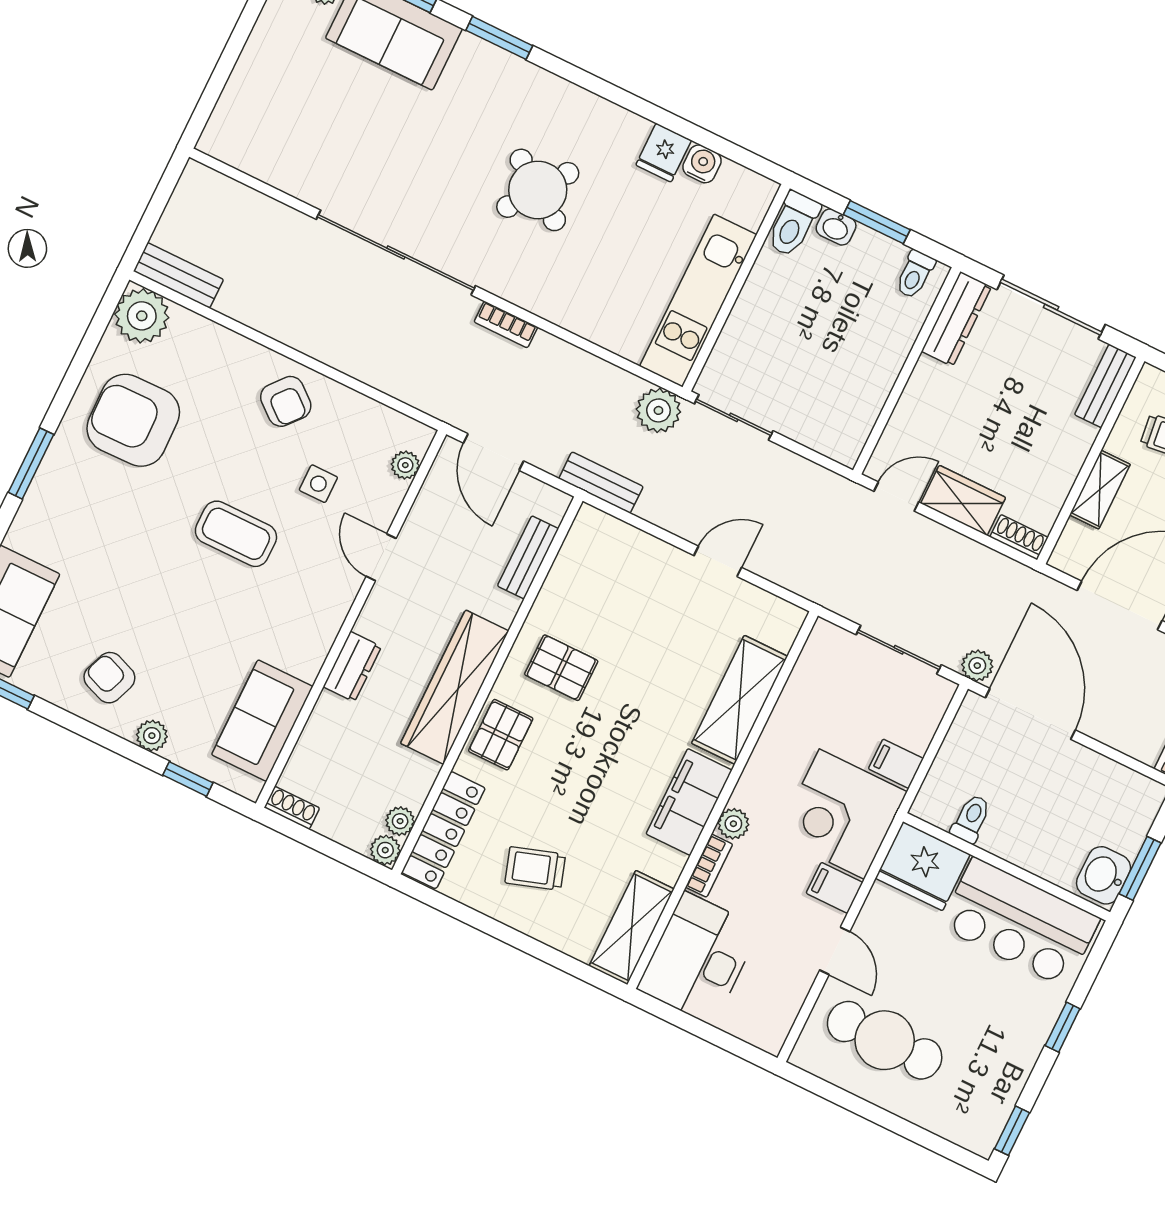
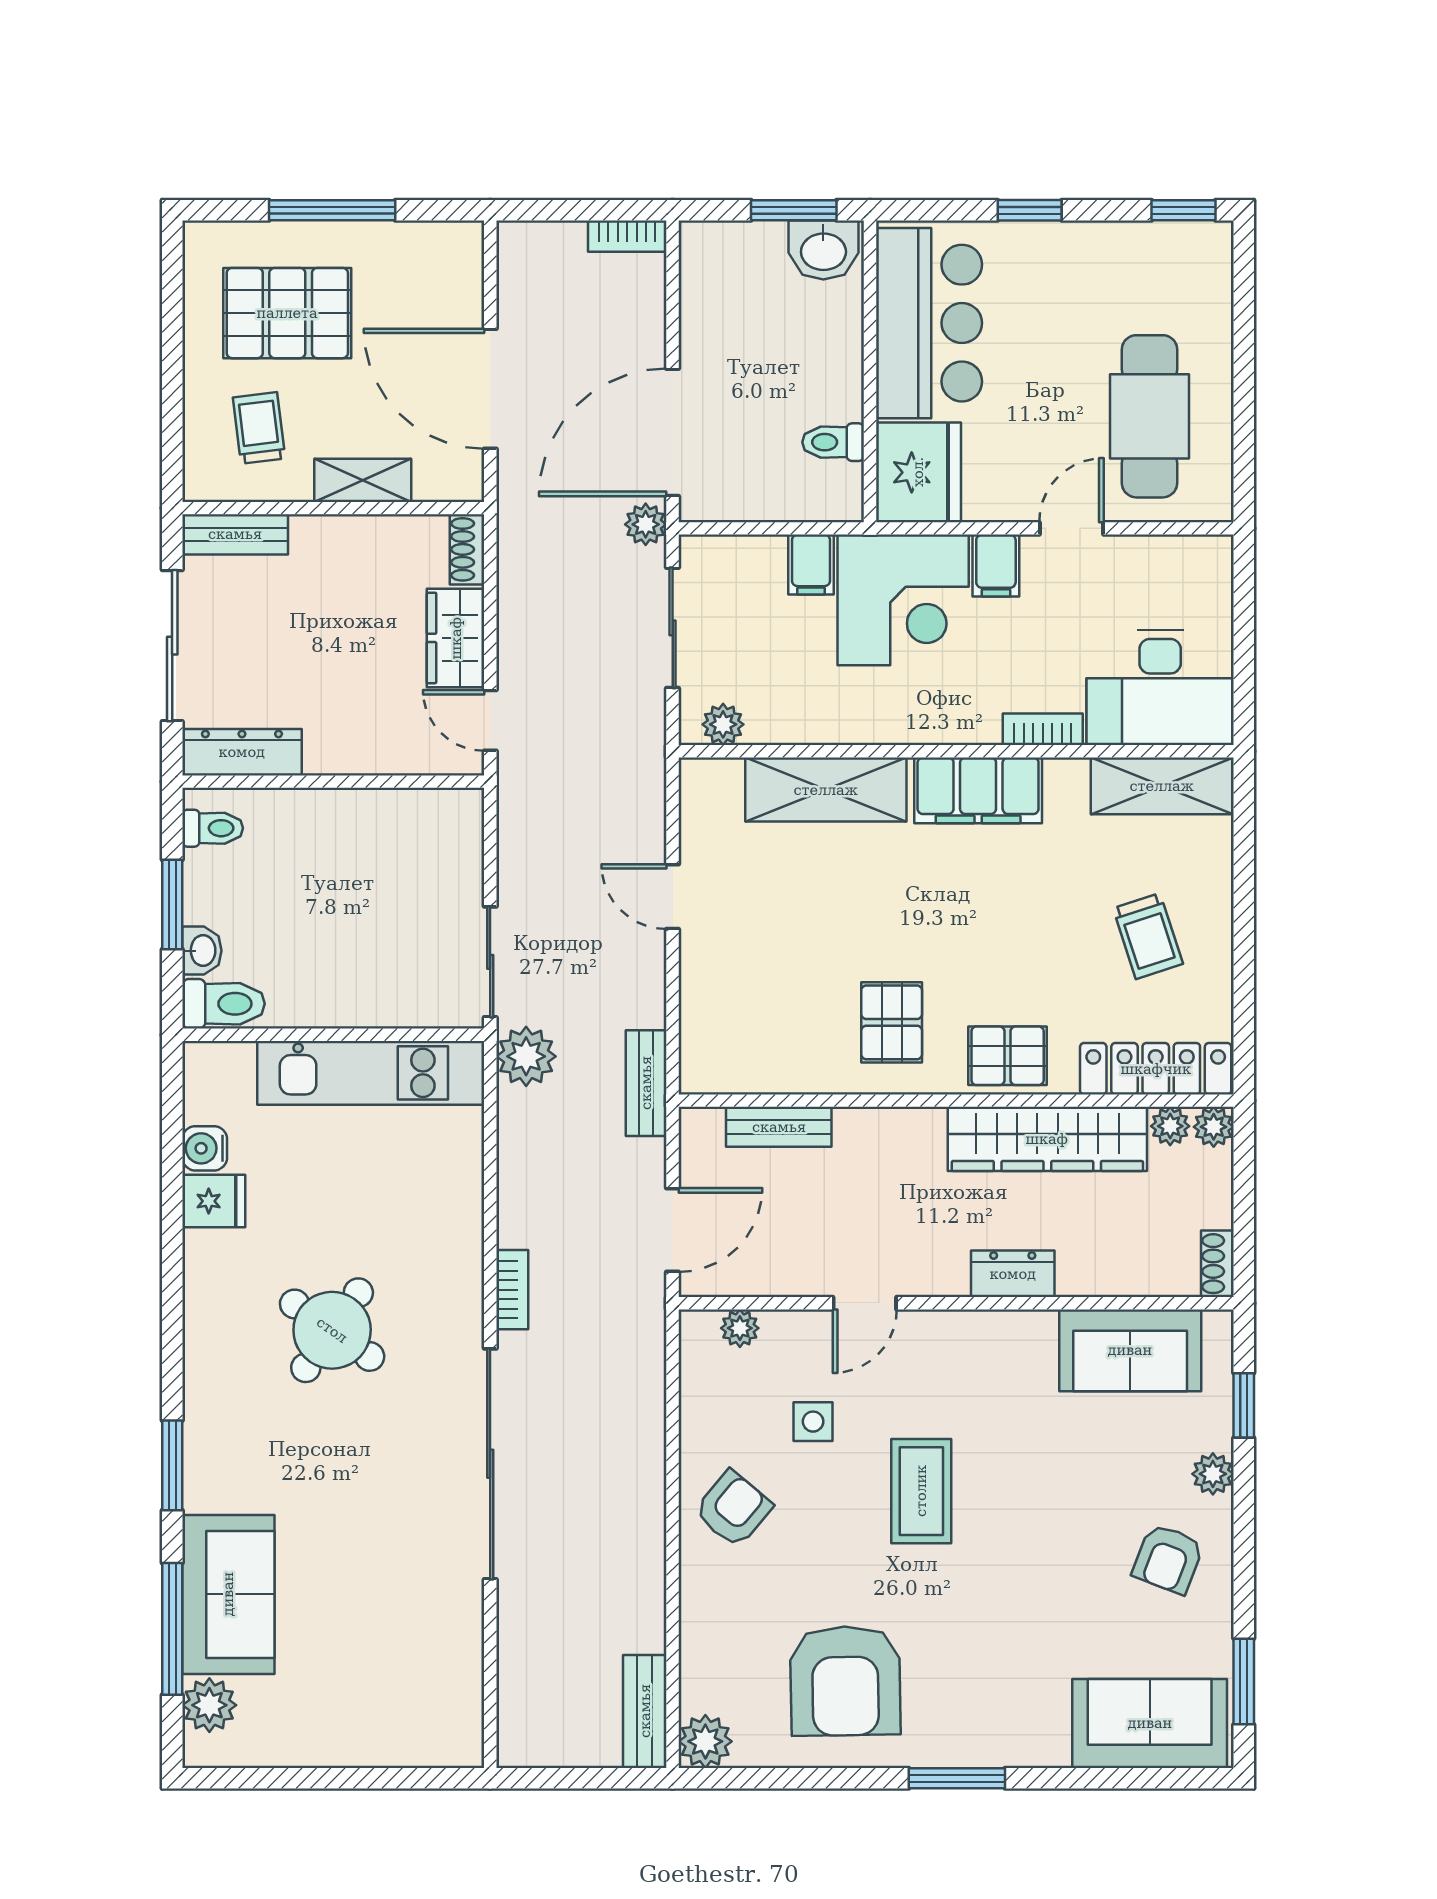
plant: (142, 316) -> (705, 1741), width x0.73, depth x0.73
wardrobe: (455, 687) -> (1047, 1139), moved
plant: (733, 824) -> (723, 724), moved

